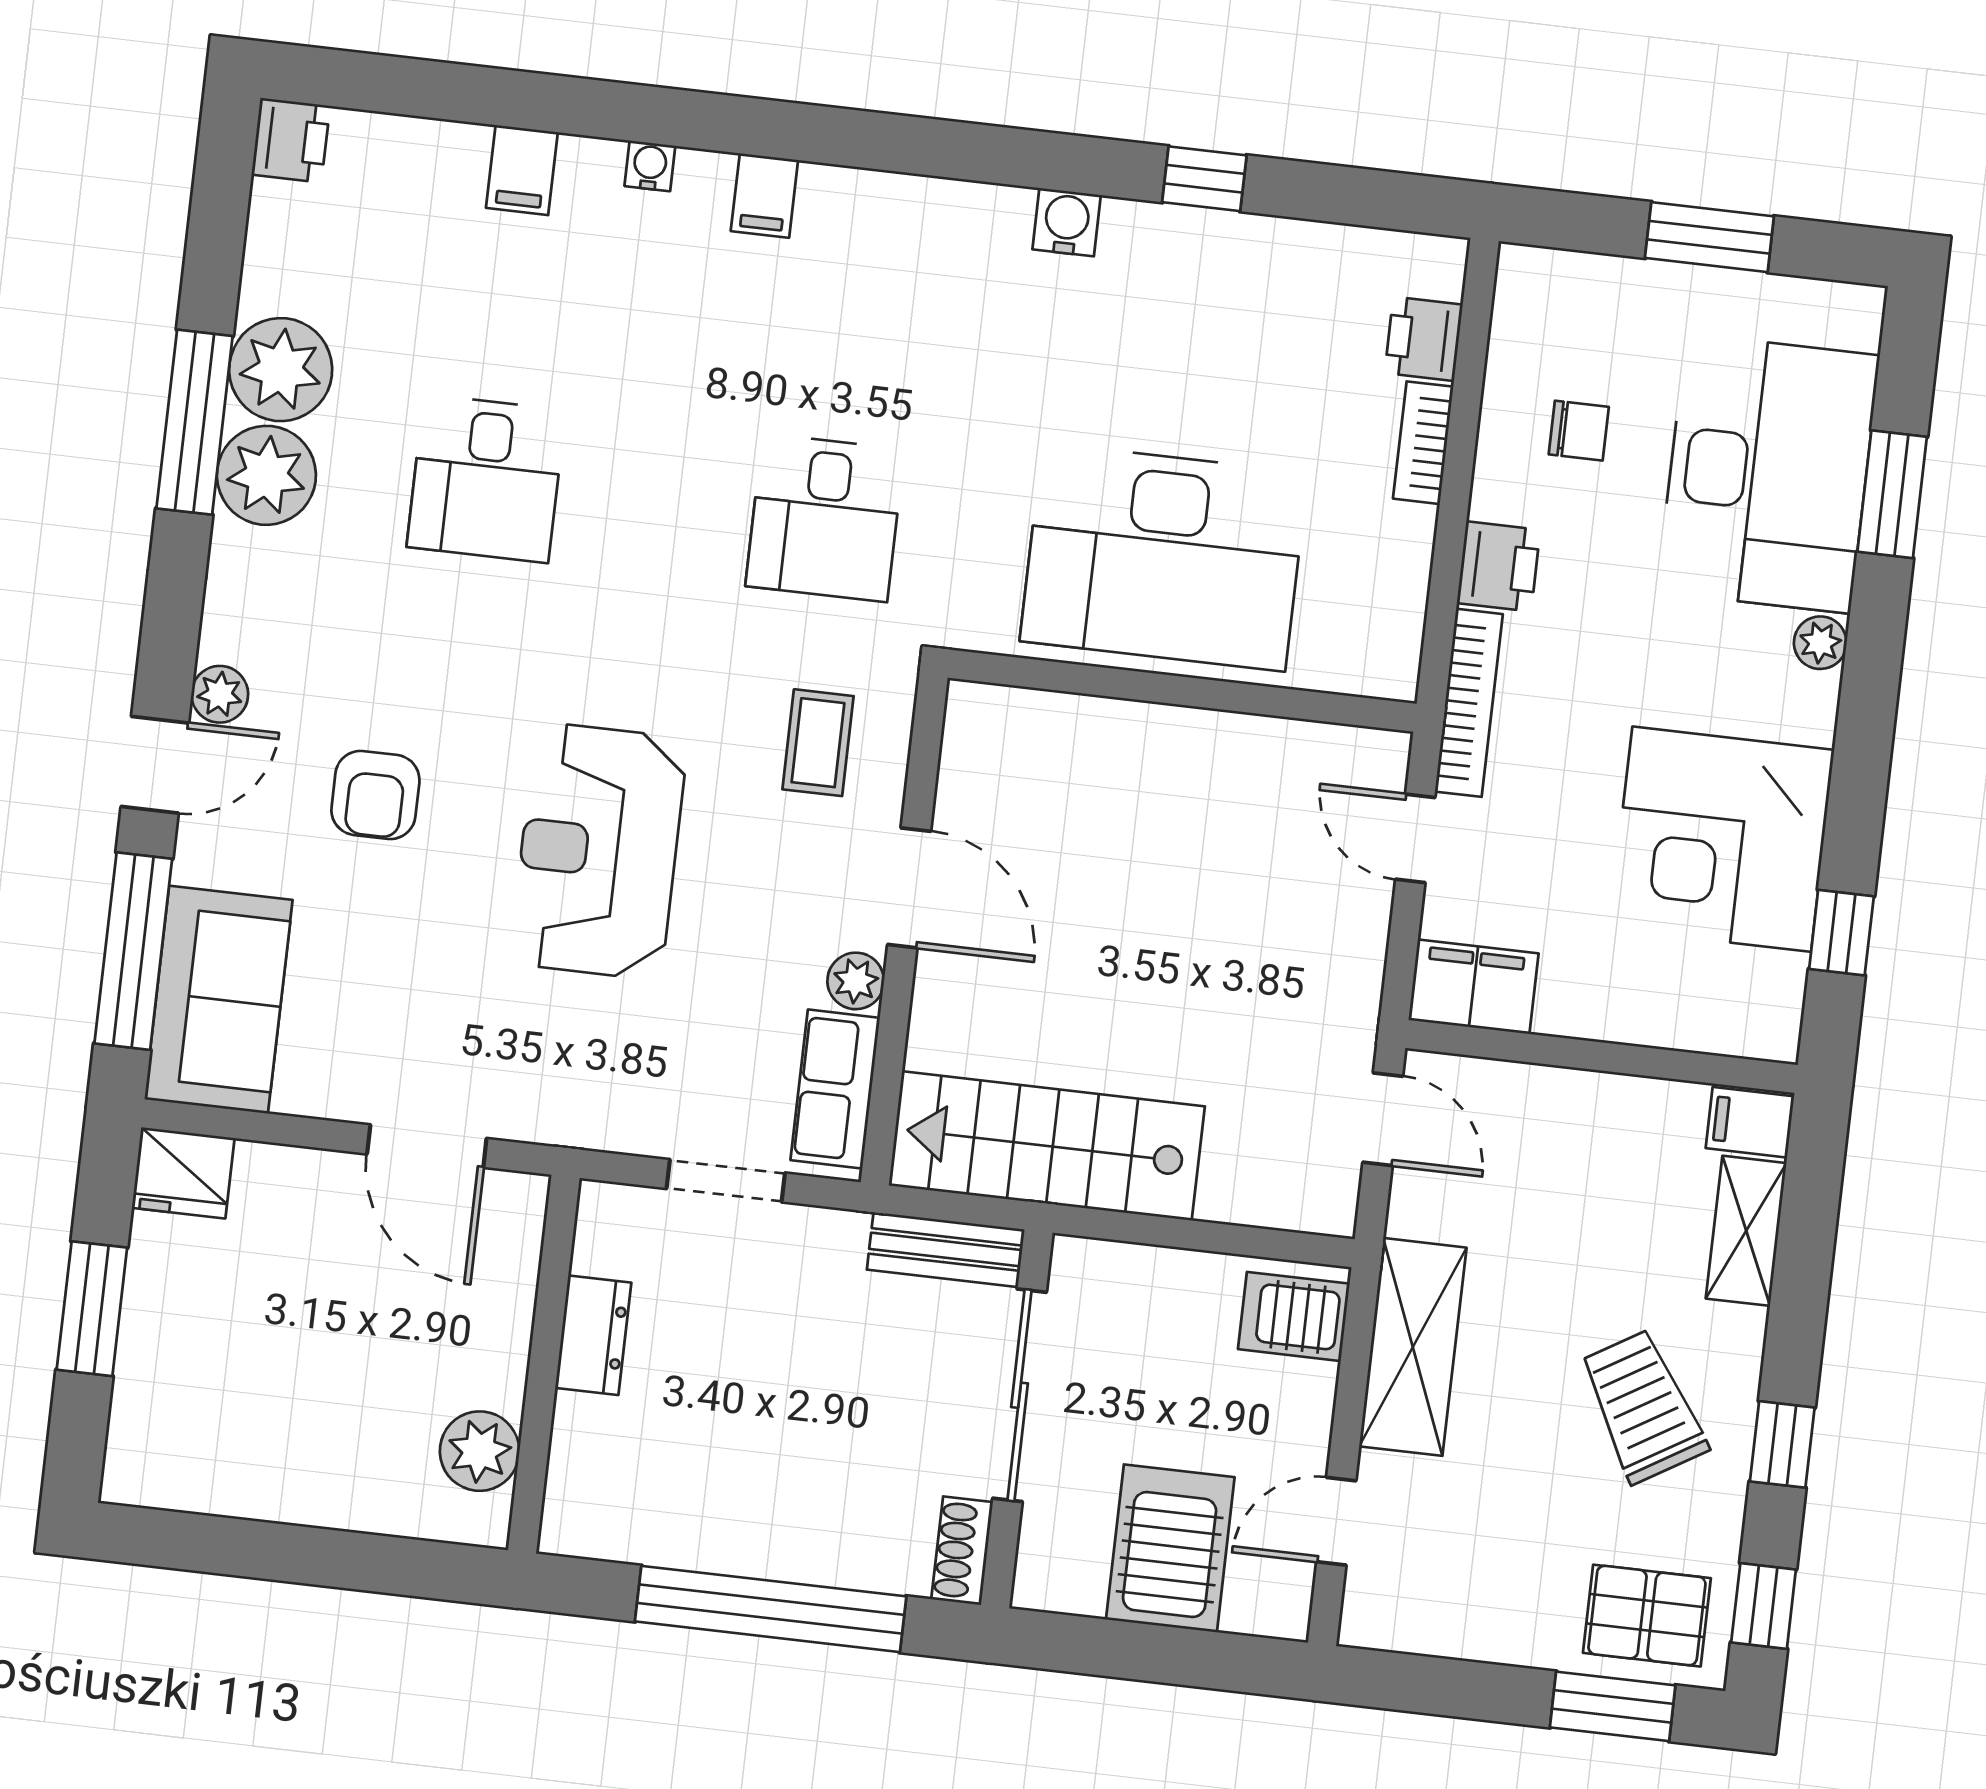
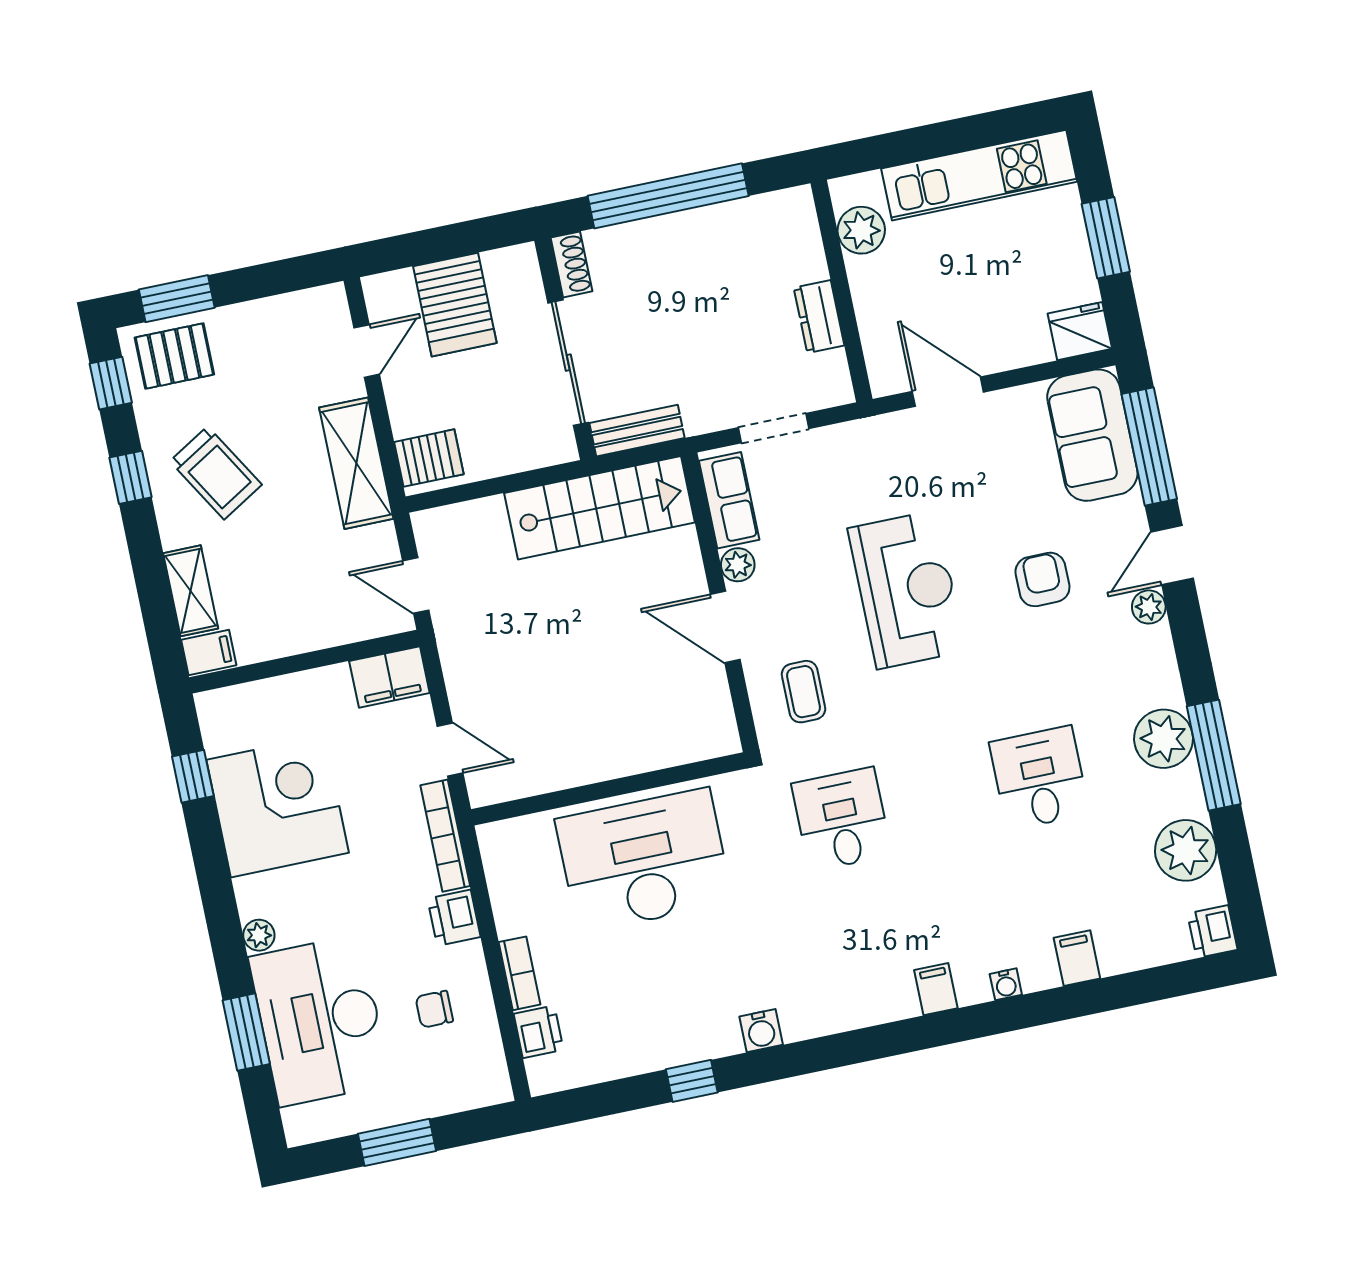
plant: (281, 370) -> (1186, 850), moved
kitchen unit: (261, 1477) -> (979, 175), added

